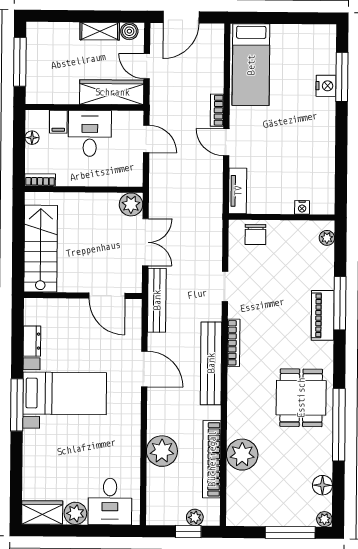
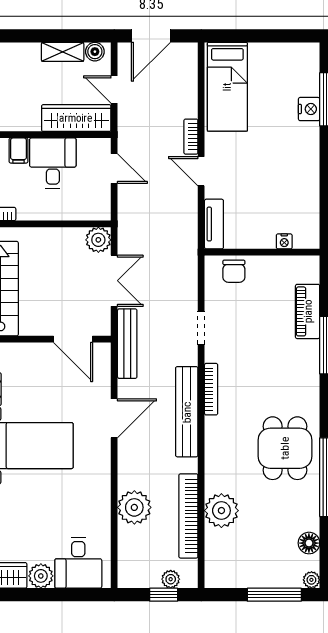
plant: (327, 238) -> (312, 274), removed
piano: (323, 315) -> (308, 311), moved
door: (144, 369) -> (114, 418), hinge flipped

